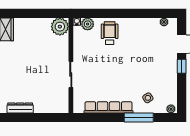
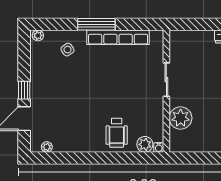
plant: (60, 27) -> (181, 118), moved
window: (139, 118) -> (96, 24), moved

